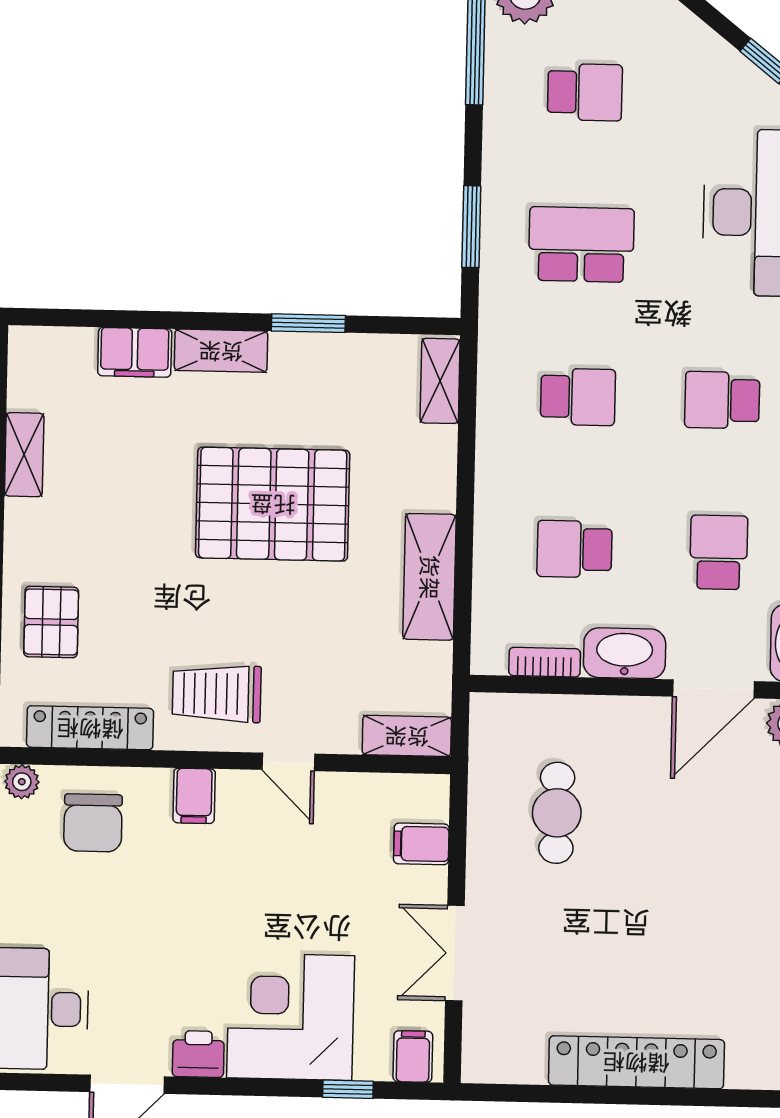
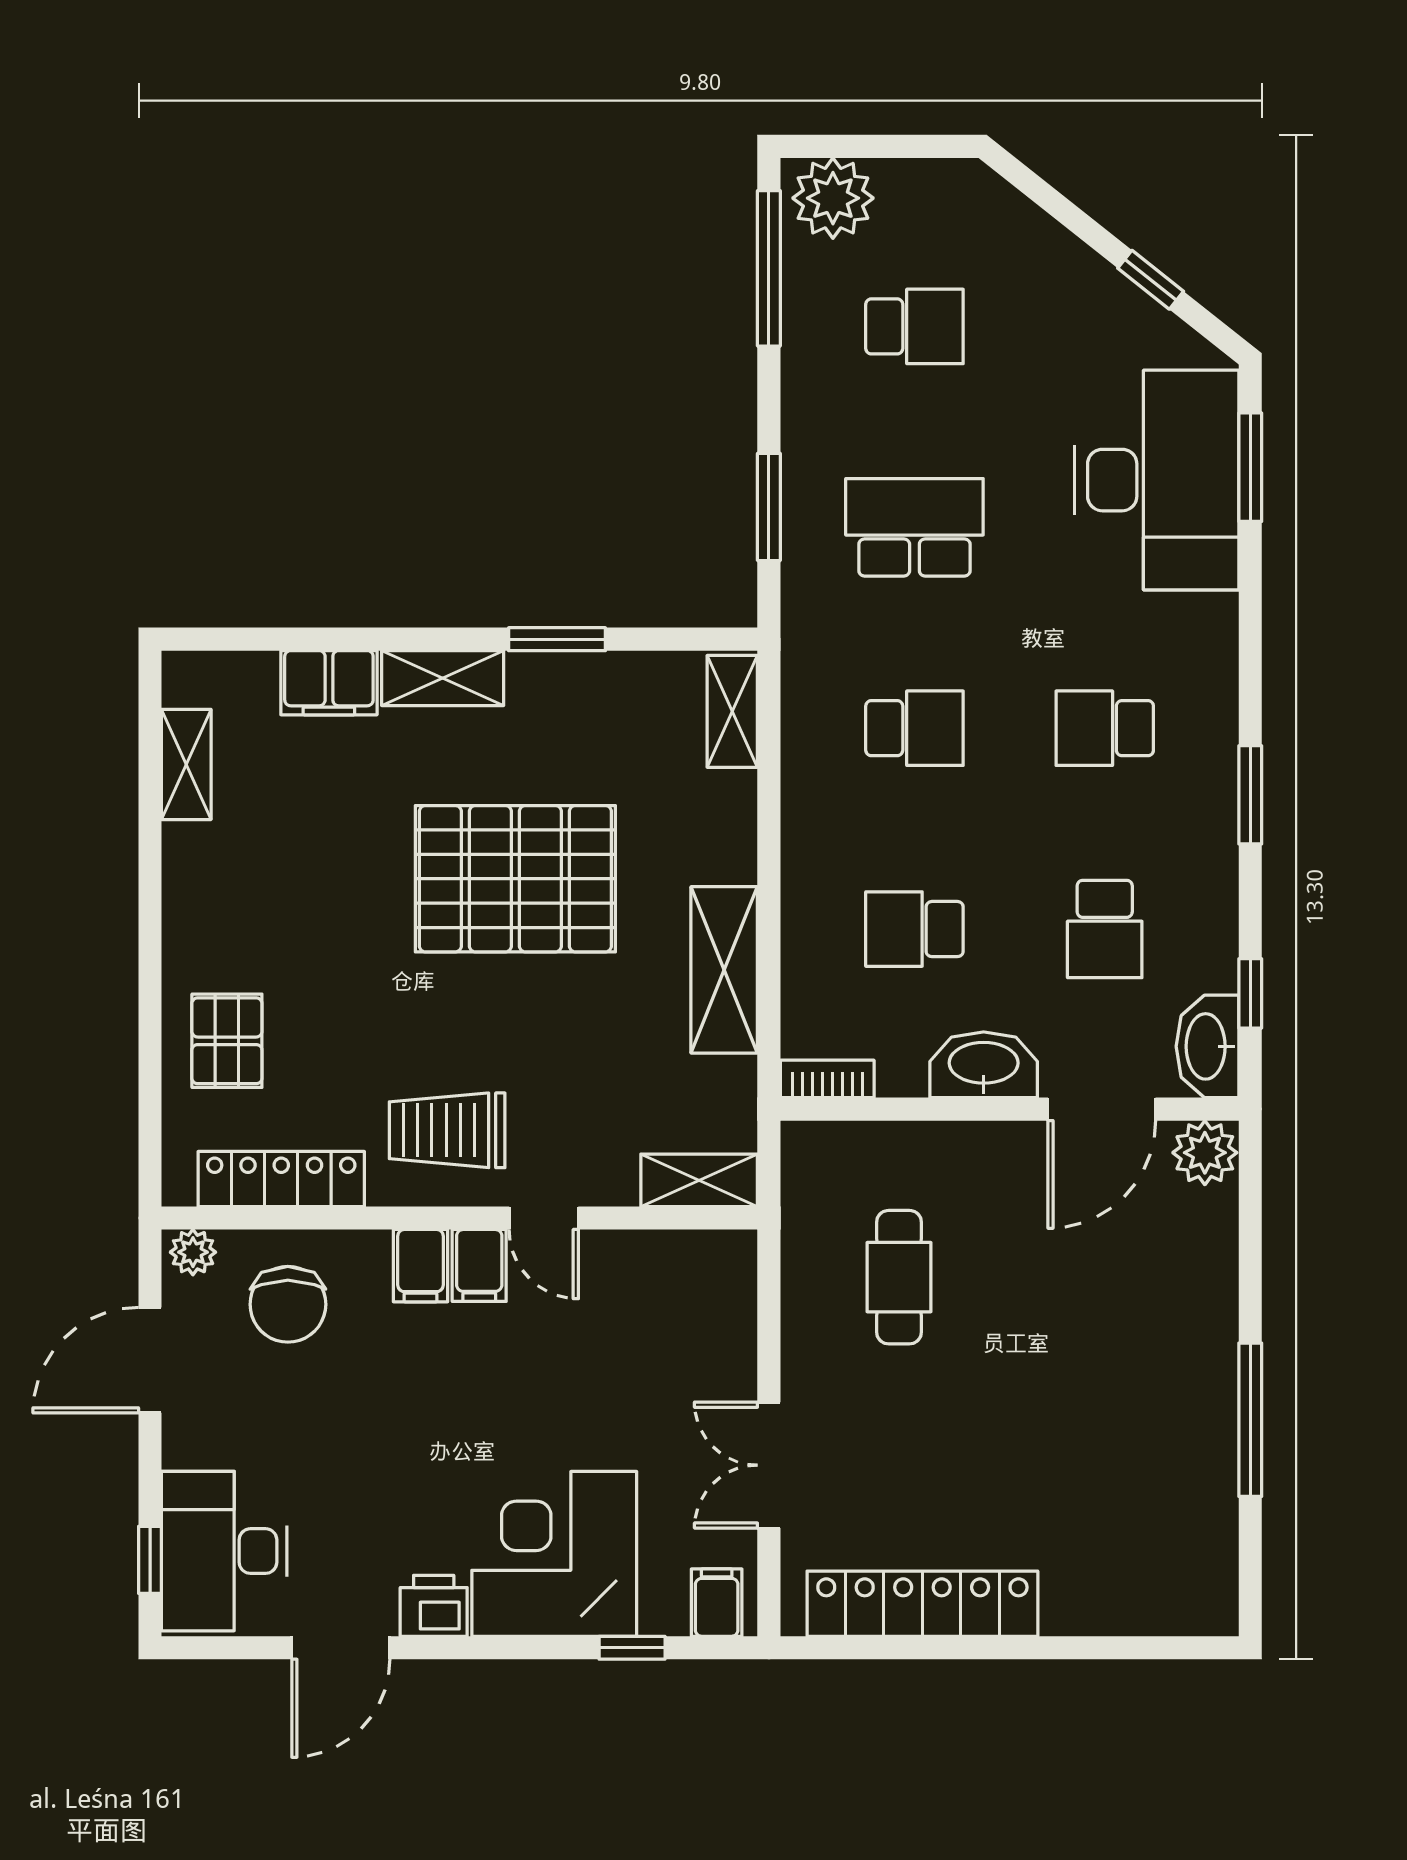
shelving: (24, 455) -> (186, 764), moved
school desk: (719, 552) -> (1105, 929), turned 180
bookcase: (545, 662) -> (827, 1079), moved
filing cabinet: (421, 844) -> (479, 1265), moved, turned -90
locker: (636, 1062) -> (922, 1604), moved

